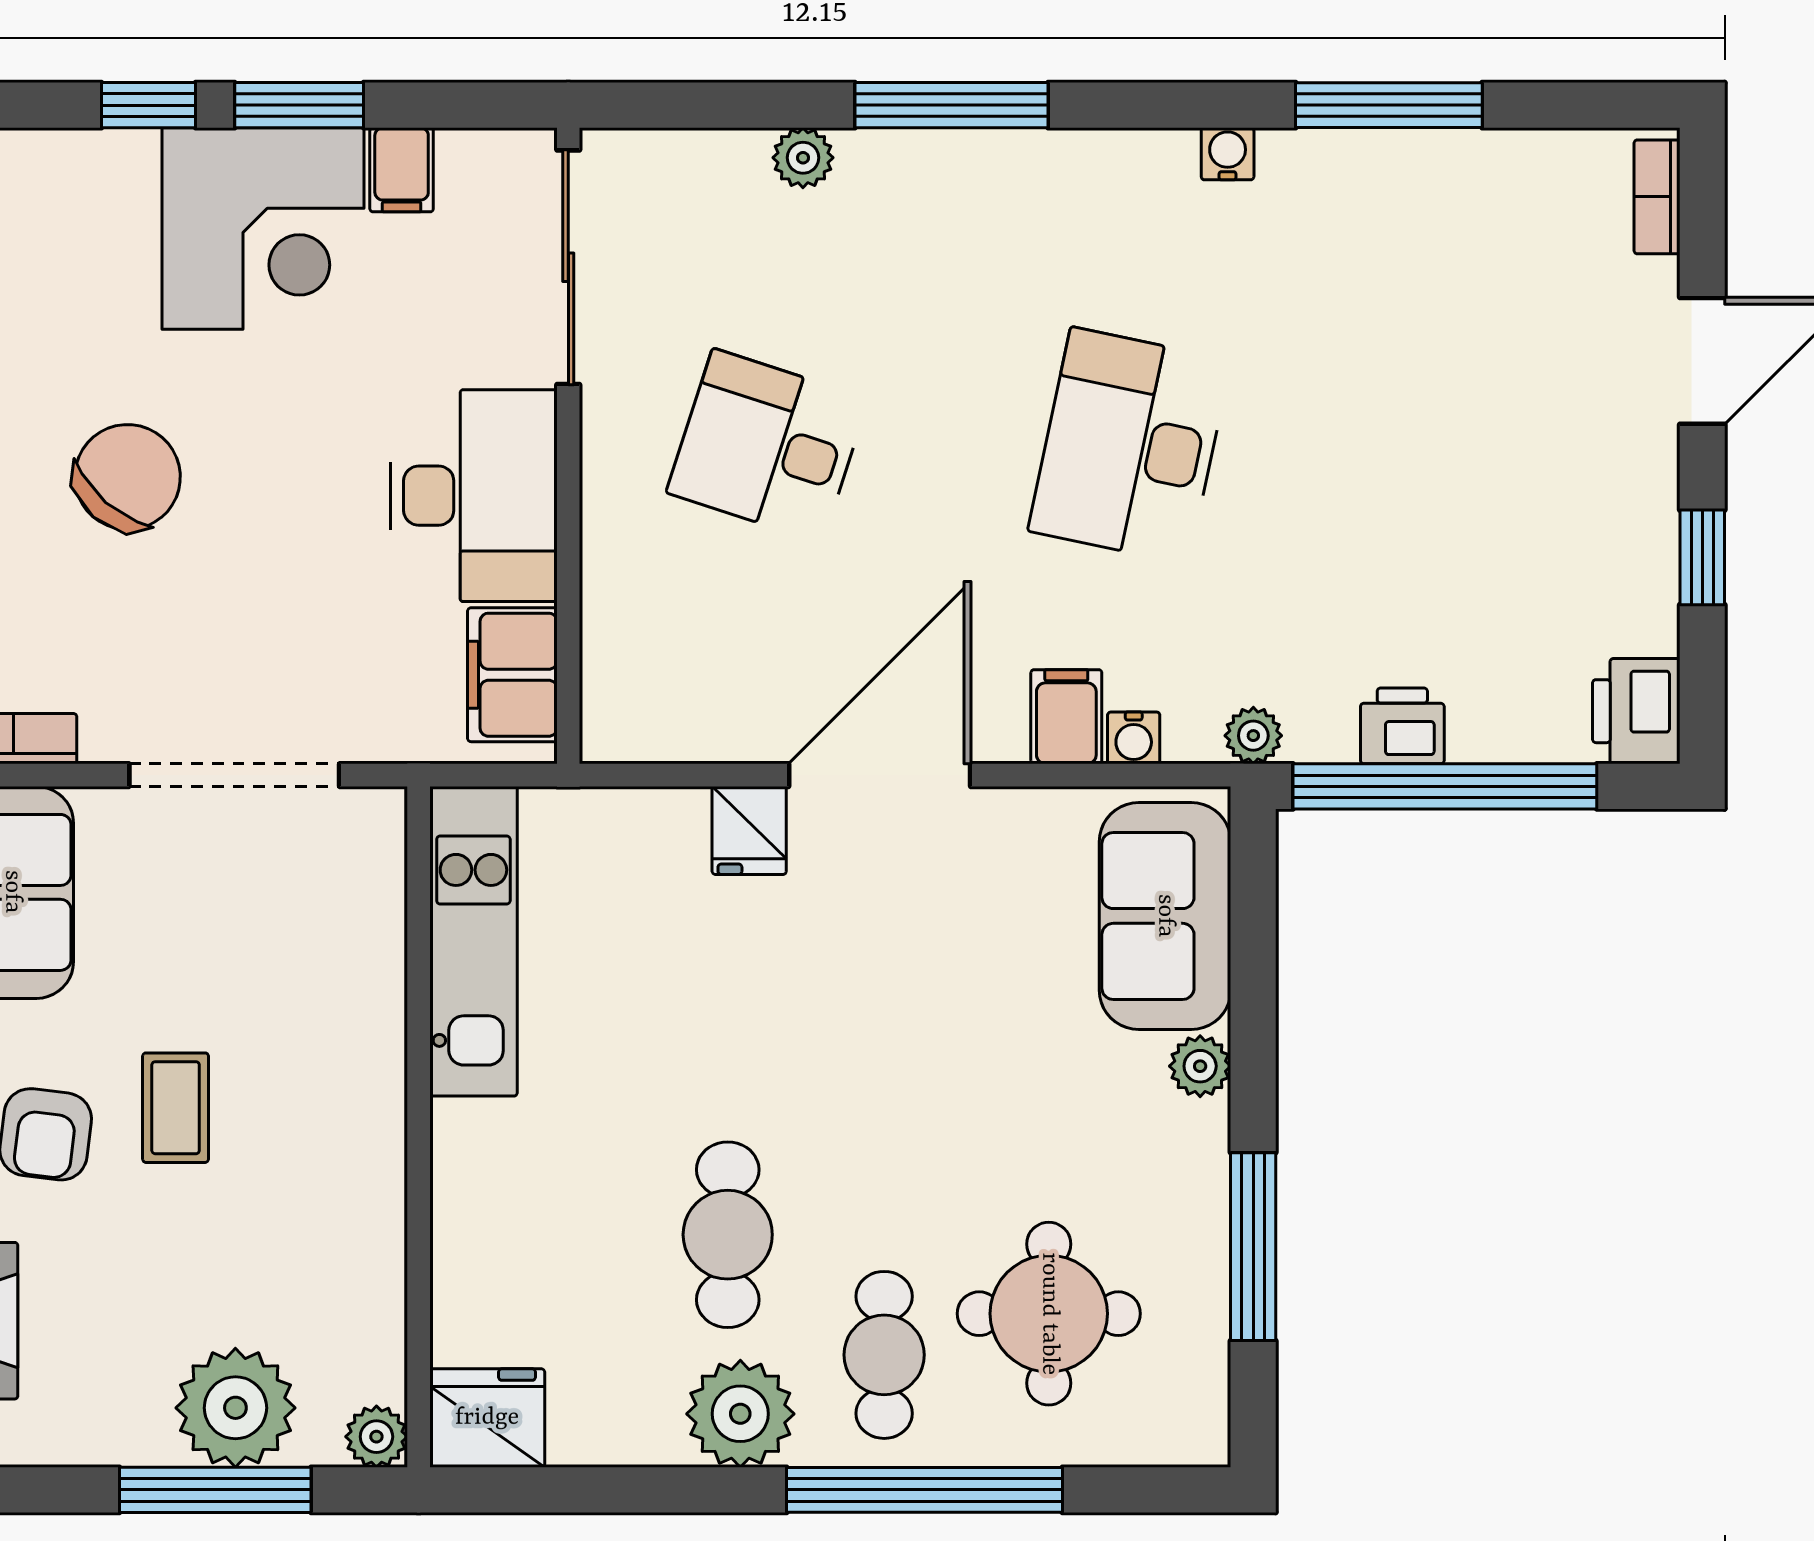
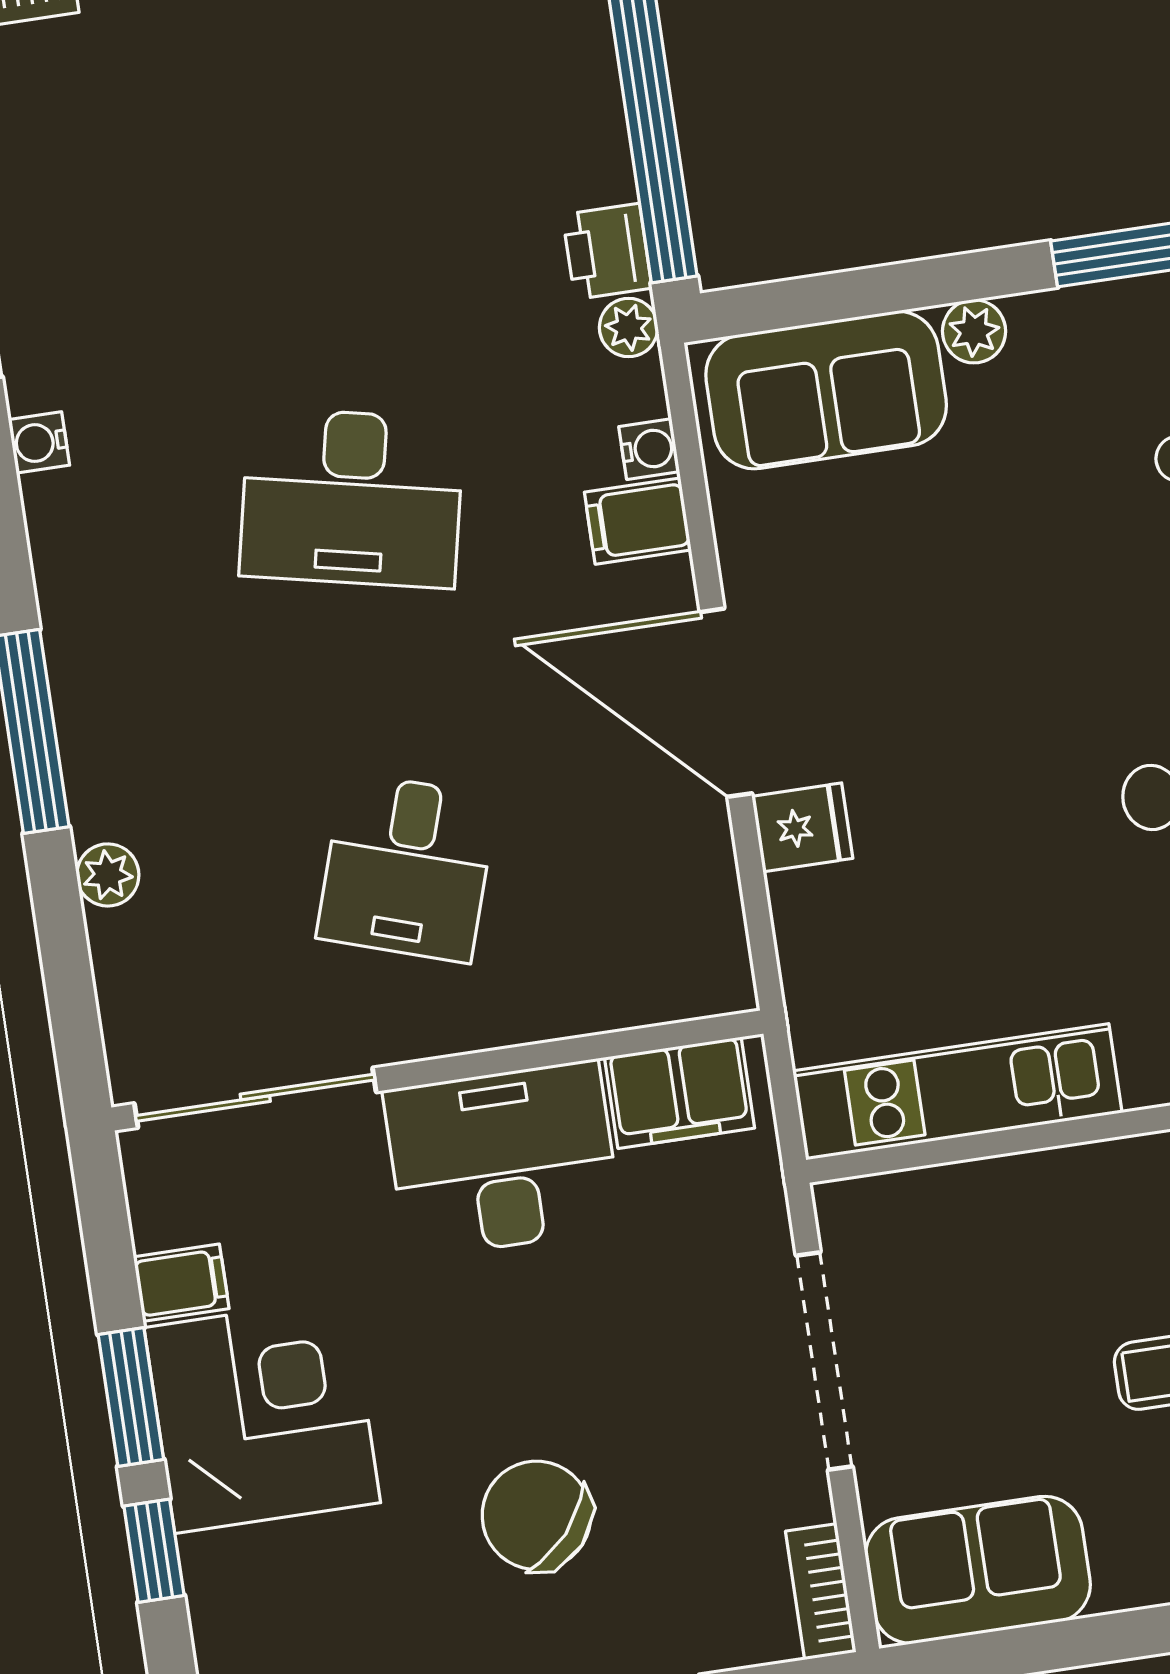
printer: (1402, 726) -> (607, 251), moved

